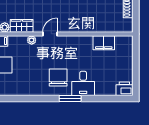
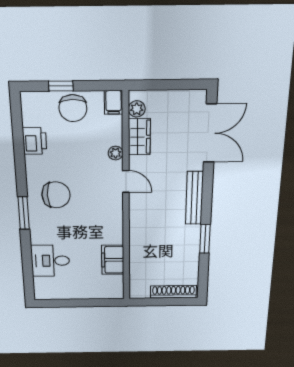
desk: (83, 83) -> (50, 261), moved
printer: (124, 89) -> (35, 141), moved

